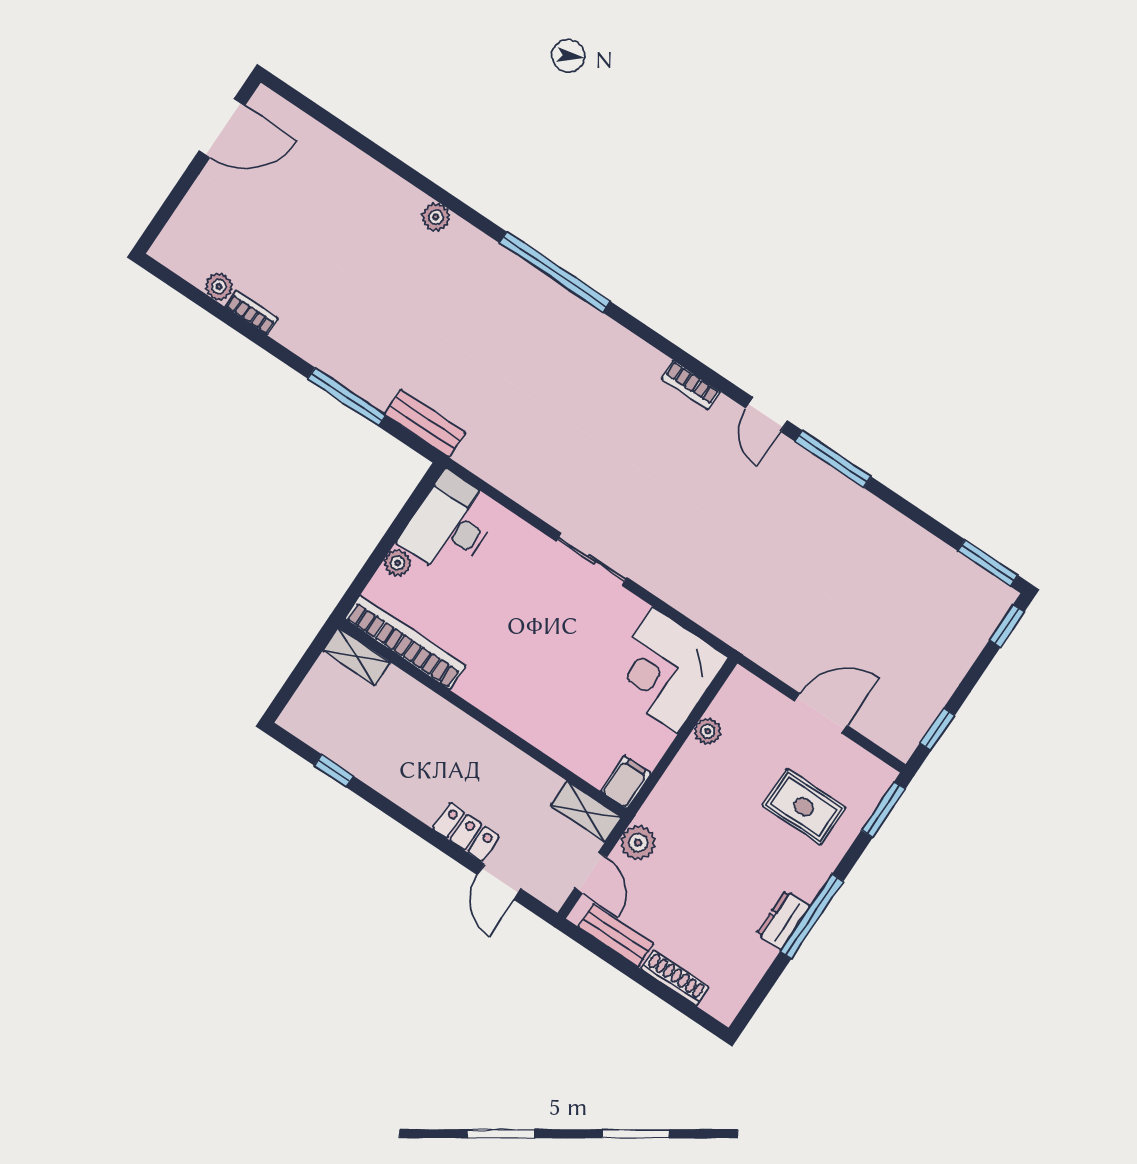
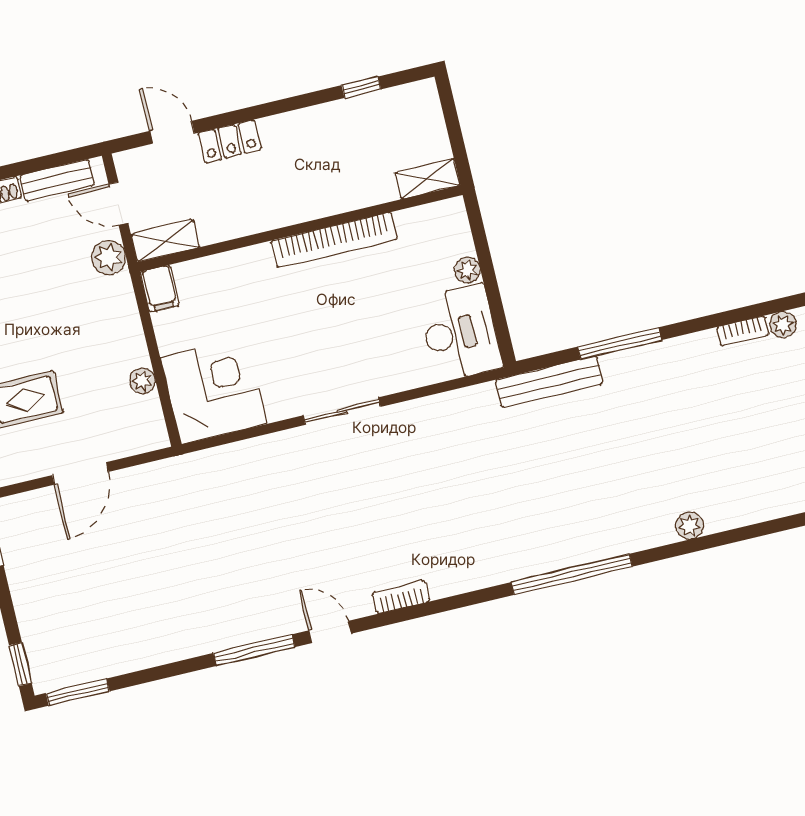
bench: (425, 423) -> (549, 382), width x1.36
bookcase: (405, 642) -> (334, 240), moved

